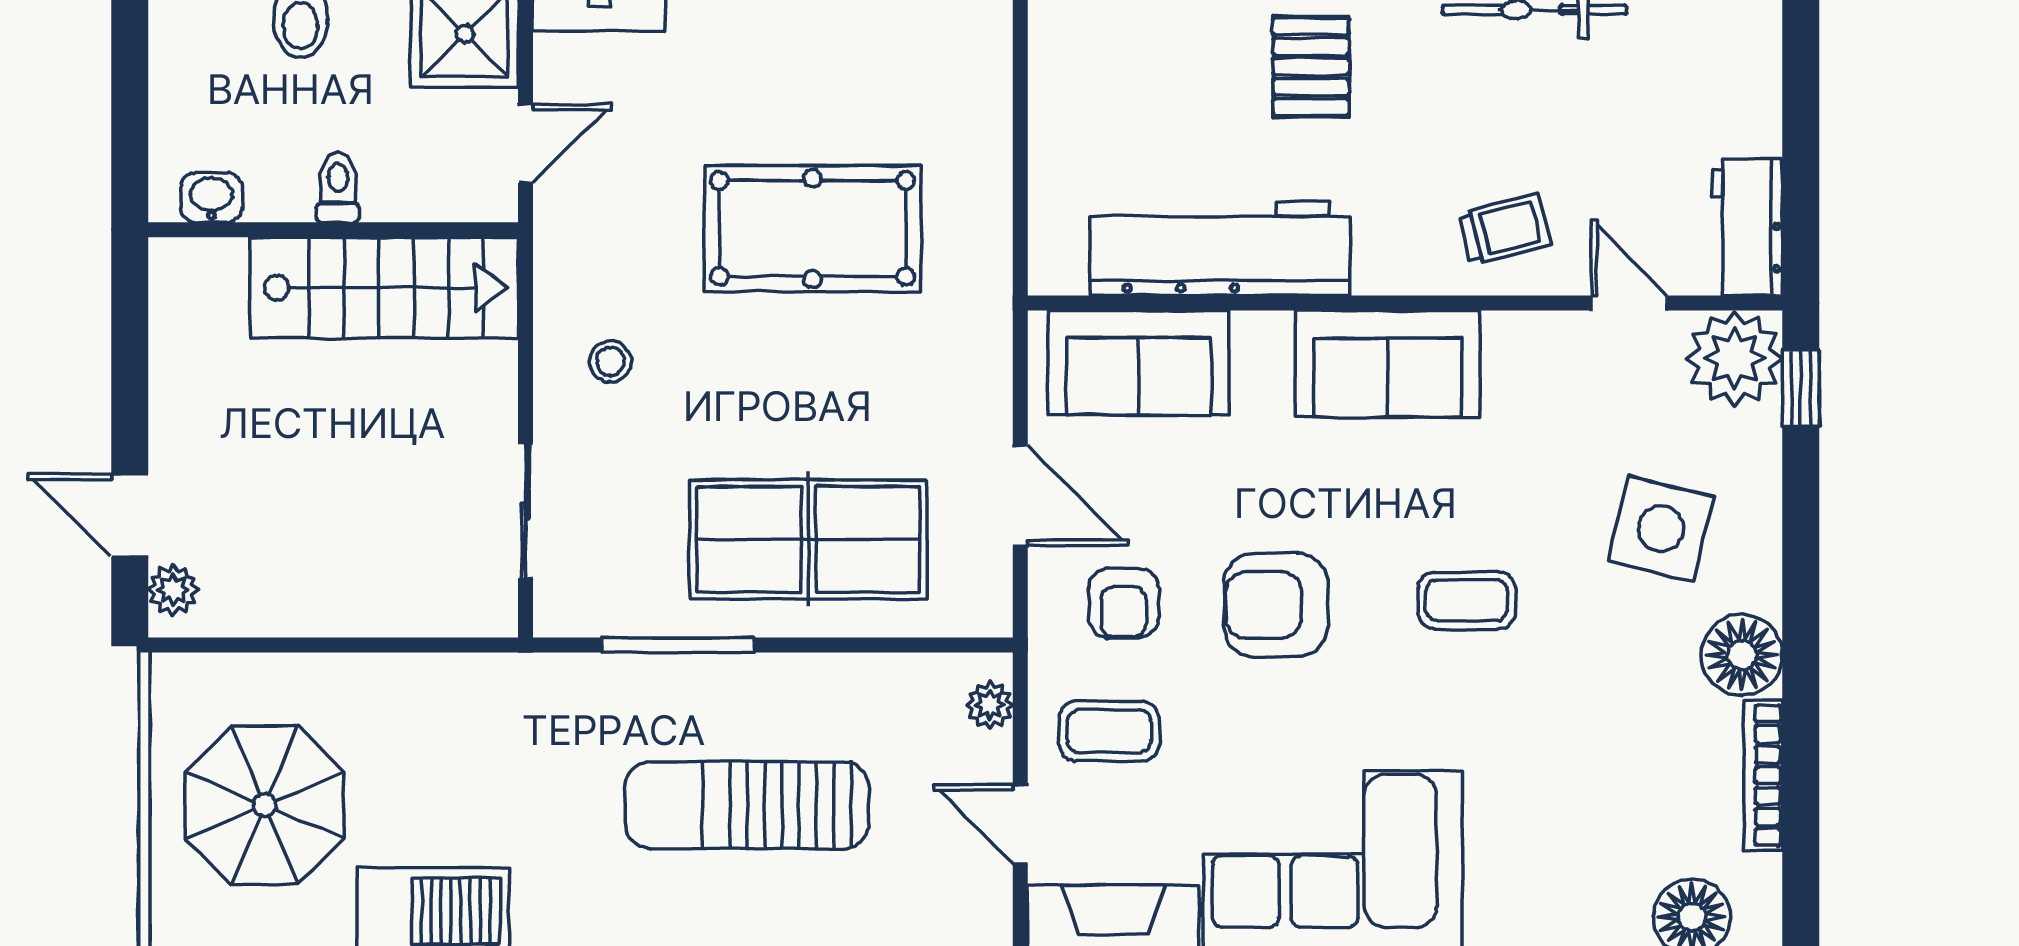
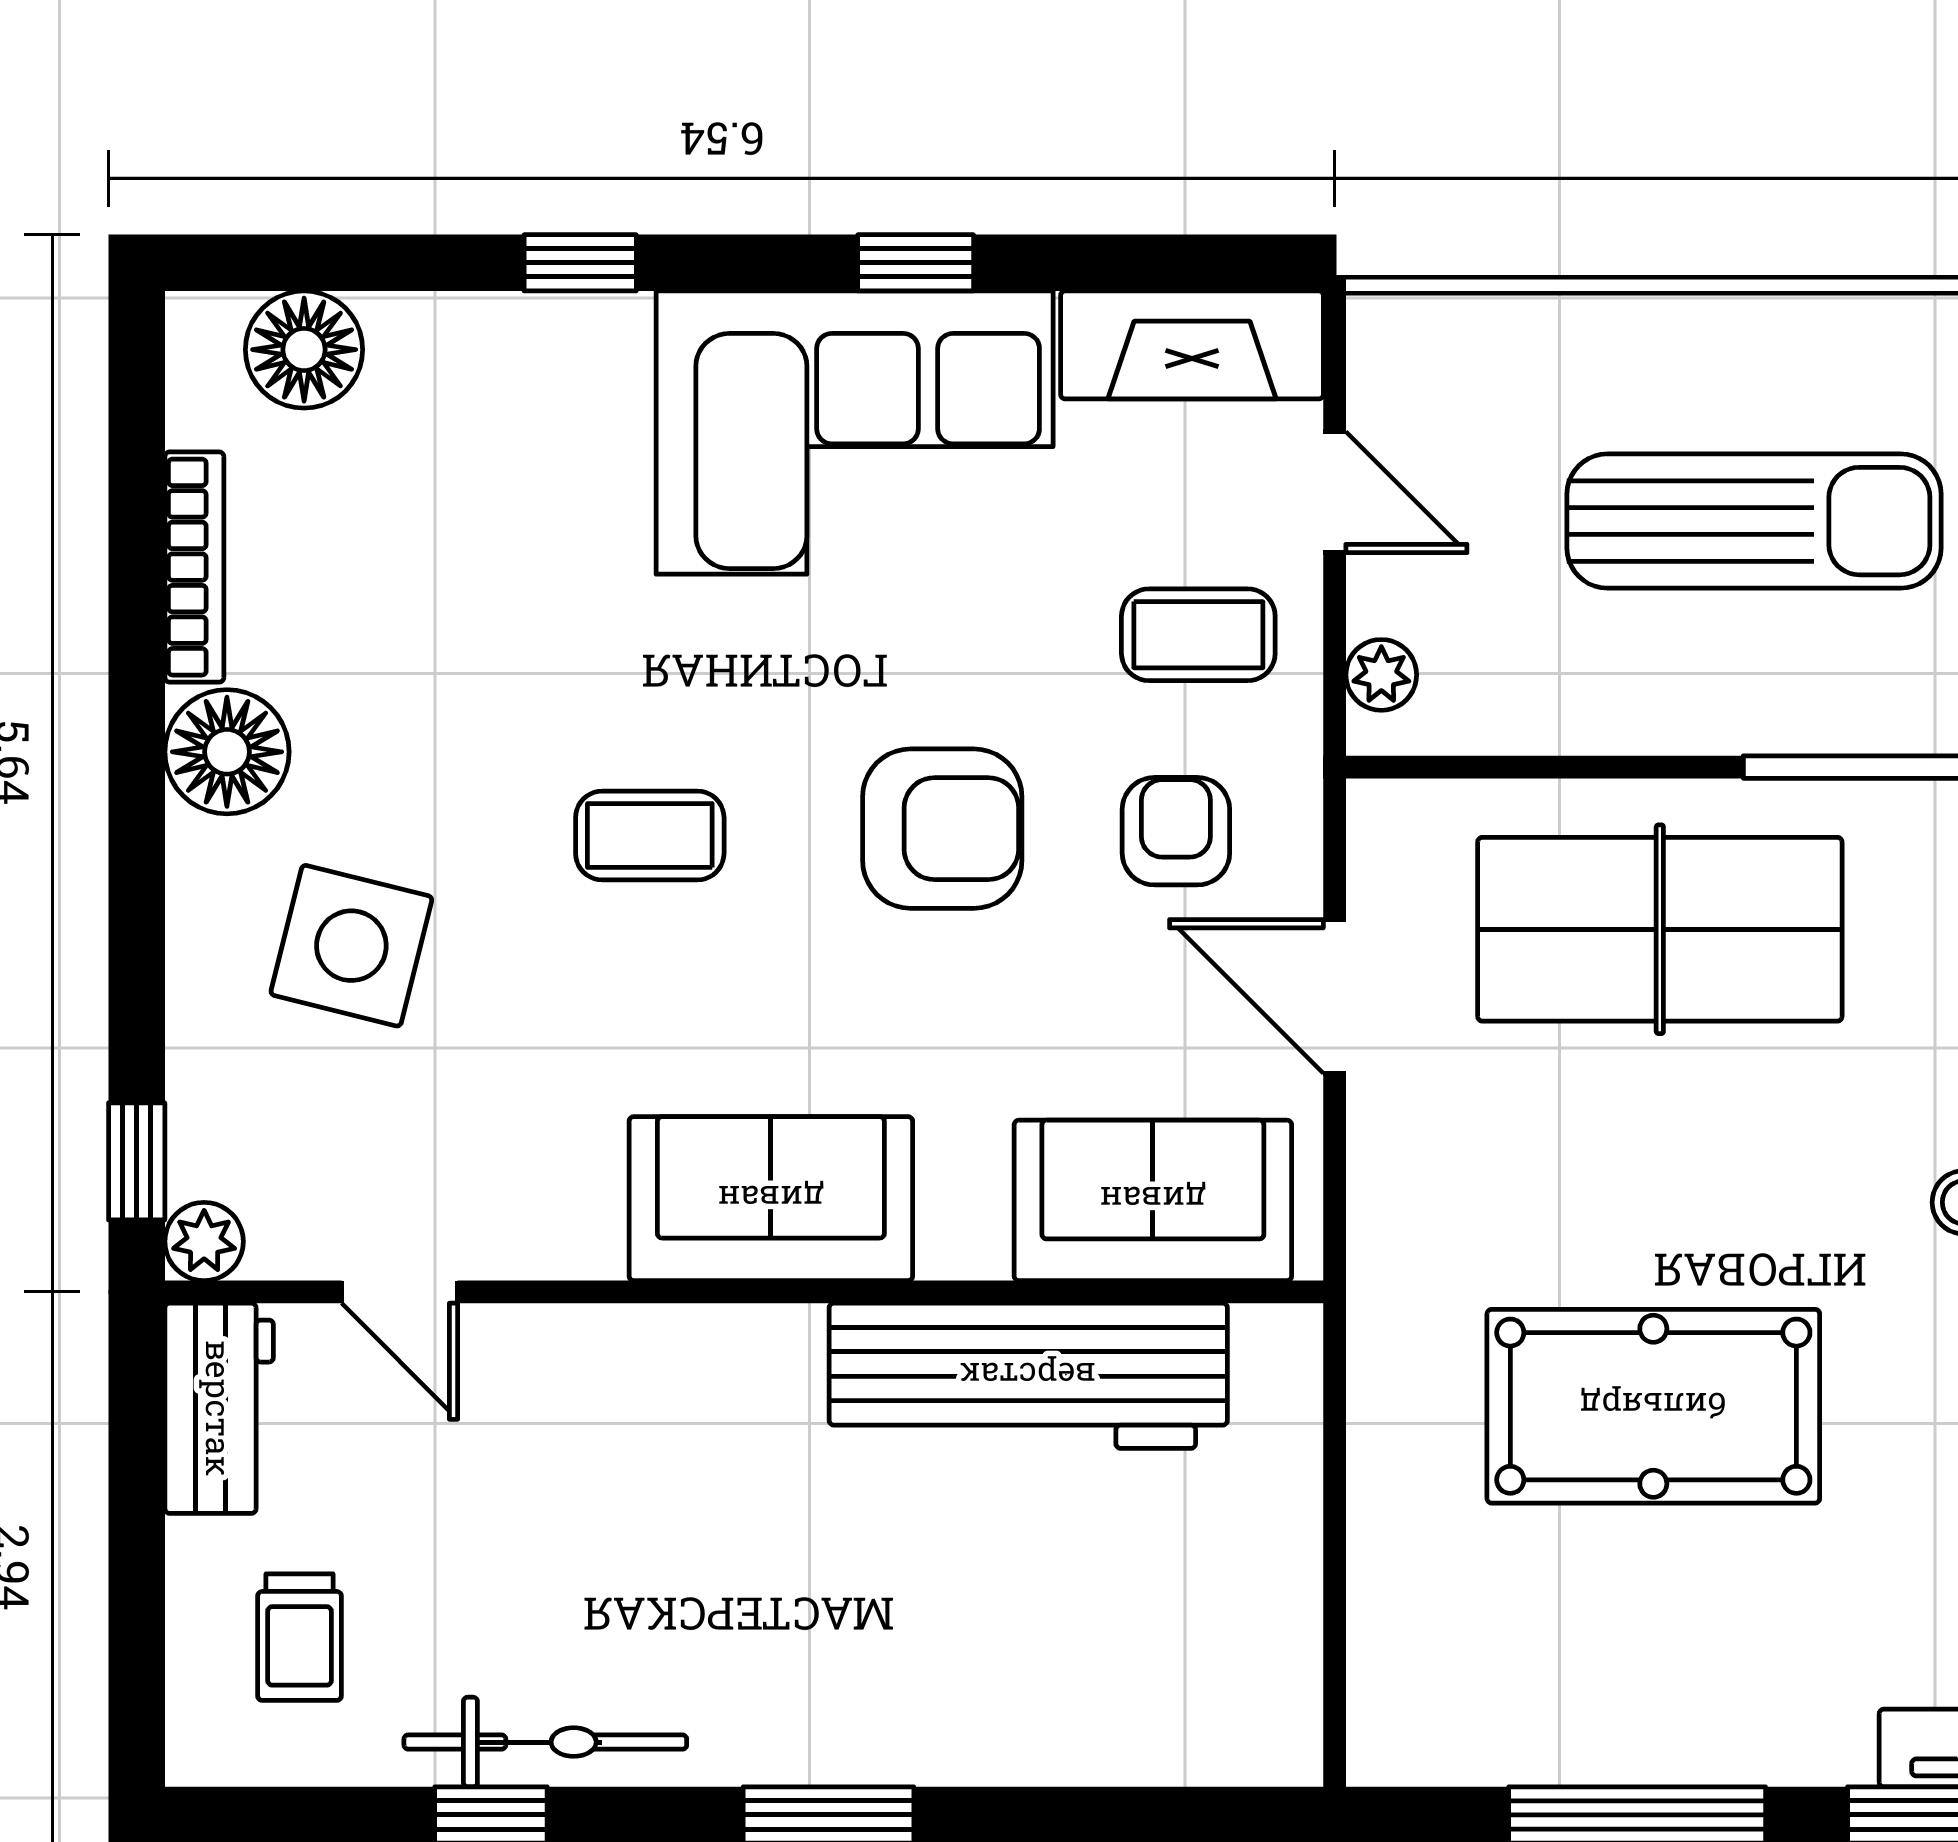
pallet: (1311, 67) -> (888, 1655), removed
trolley: (1505, 229) -> (299, 1637), moved, turned -76
plant: (1735, 358) -> (204, 1241), width x0.53, depth x0.53

